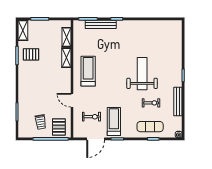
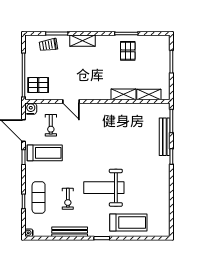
shelving: (23, 30) -> (82, 41), moved
treadmill: (88, 71) -> (128, 222), moved
weight bench: (142, 74) -> (104, 188), turned 180
door: (72, 100) -> (71, 101), swing flipped
trolley: (41, 122) -> (48, 45), moved
water cooler: (78, 133) -> (31, 109), added

